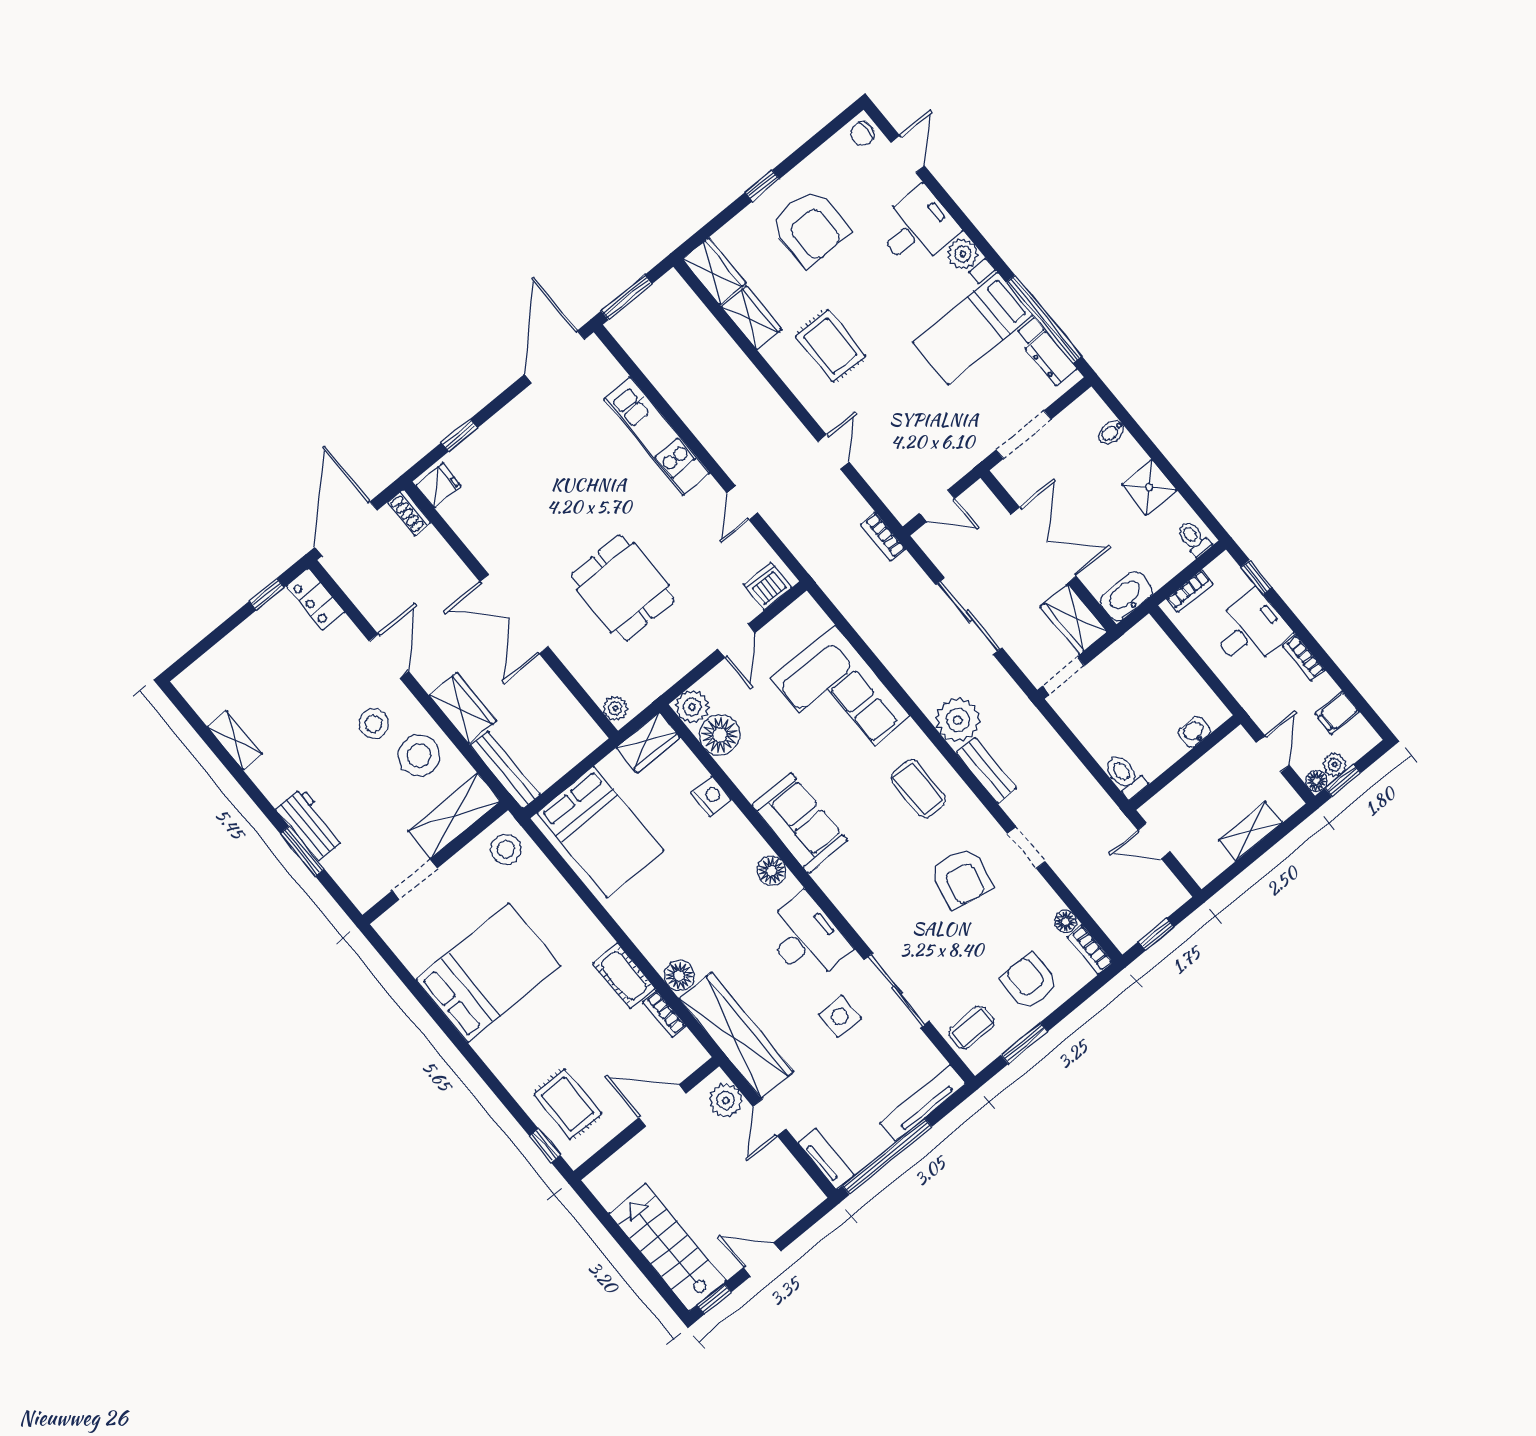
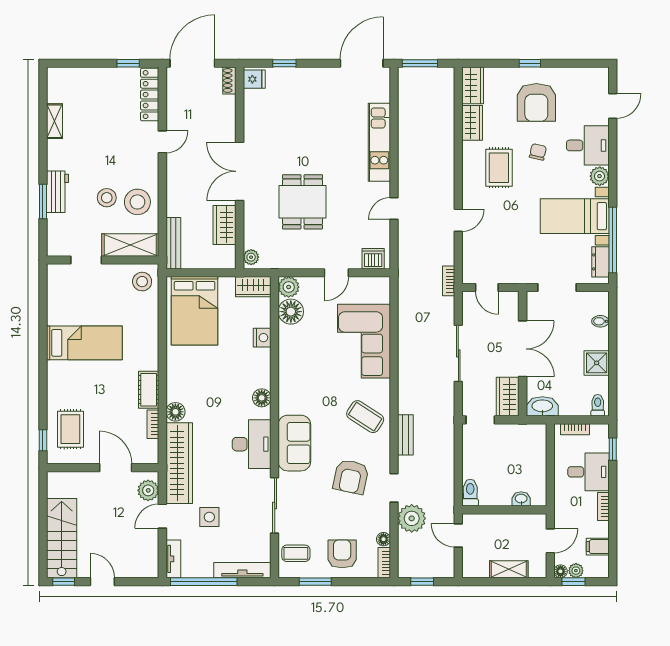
chair: (862, 134) -> (538, 152), moved, turned 103
locker: (316, 599) -> (150, 95), width x1.53
door: (389, 656) -> (162, 142), width x0.73
wardrobe: (463, 708) -> (225, 225), moved, turned 180
plant: (958, 720) -> (412, 518), moved
stool: (374, 724) -> (107, 198), moved
coffee table: (918, 789) -> (365, 417), turned -57
sofa: (800, 823) -> (294, 443), moved
bed: (488, 973) -> (84, 343), width x0.67
side table: (840, 1016) -> (209, 517), moved

